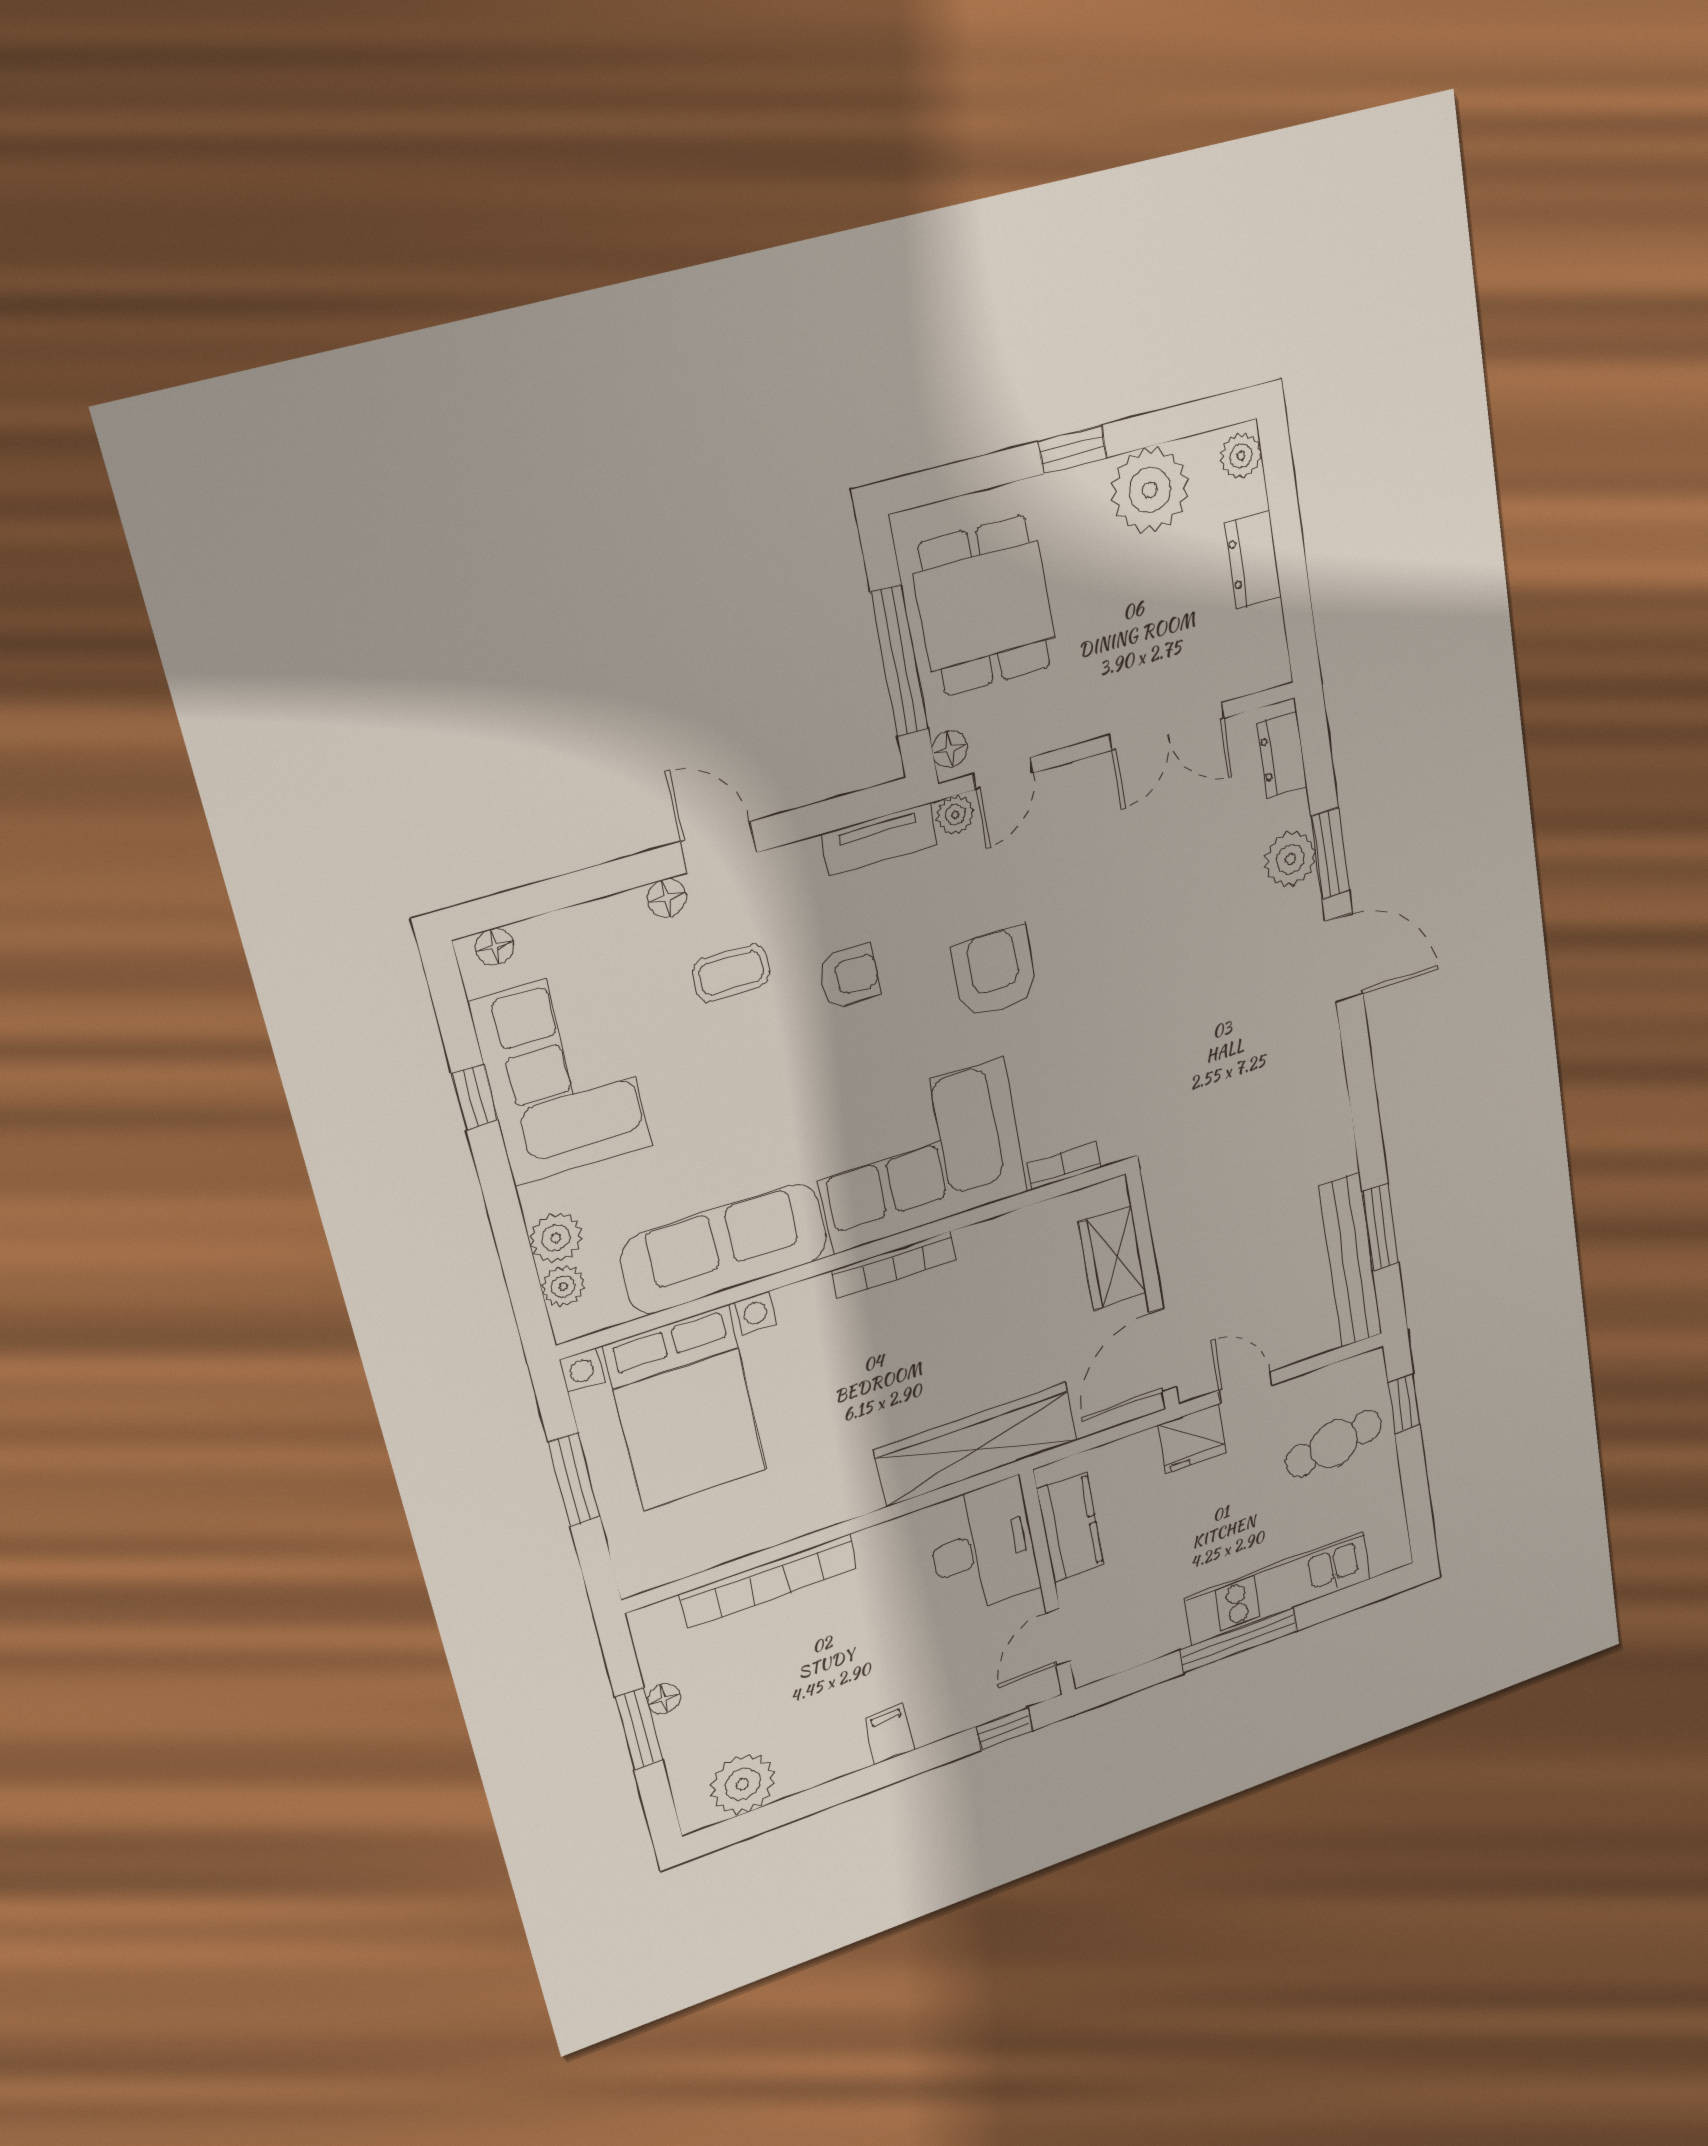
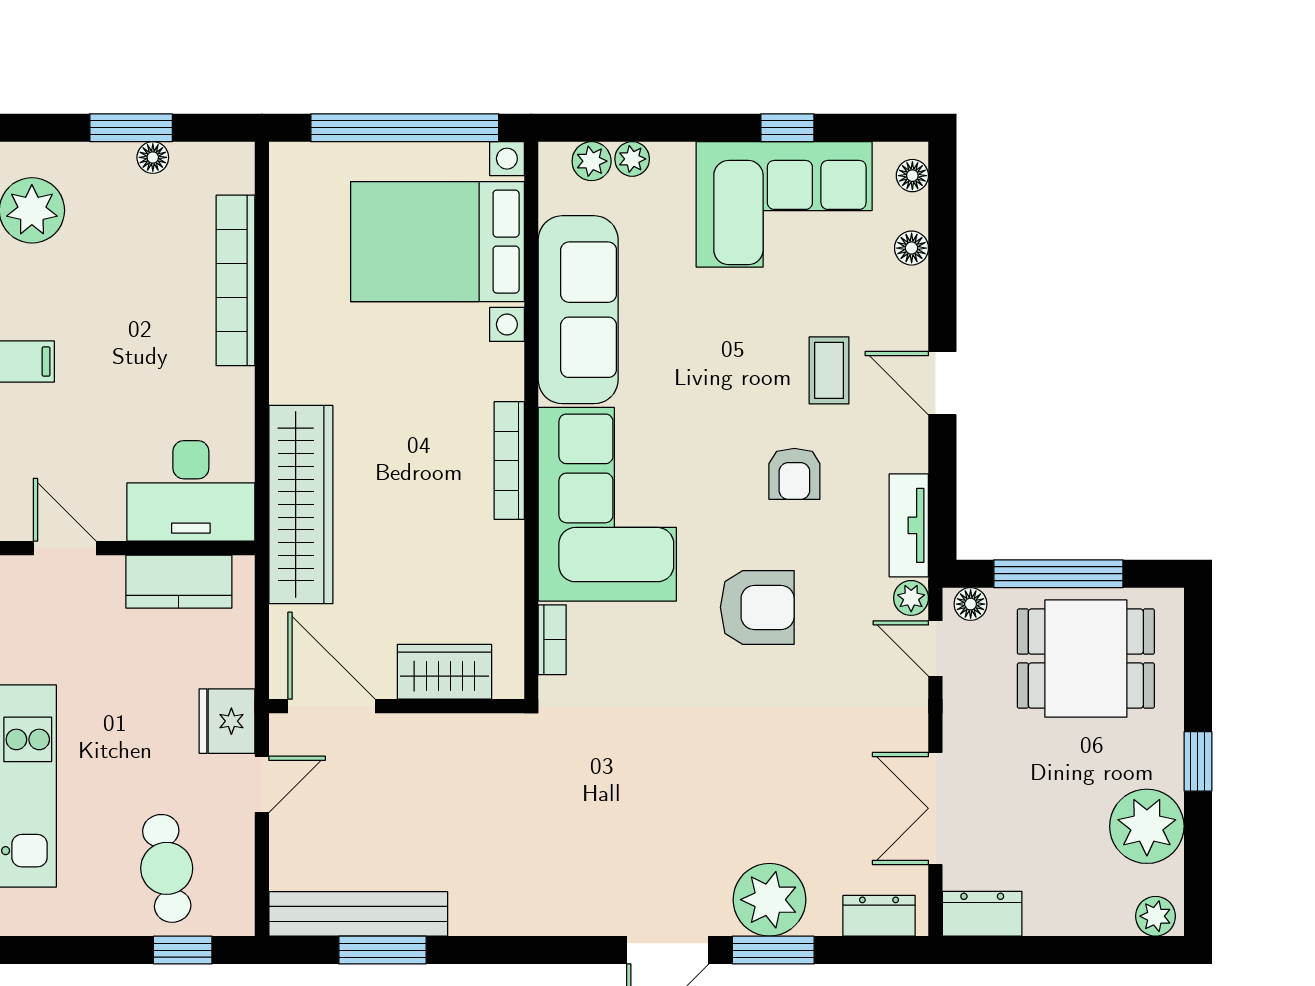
dresser: (1253, 560) -> (982, 914), moved
door: (719, 847) -> (942, 383), swing flipped
plant: (1290, 859) -> (769, 900), width x1.36, depth x1.36
floor lamp: (667, 898) -> (912, 248), moved
plant: (556, 1238) -> (632, 159), width x0.73, depth x0.73
window: (574, 1479) -> (405, 128), width x2.11

